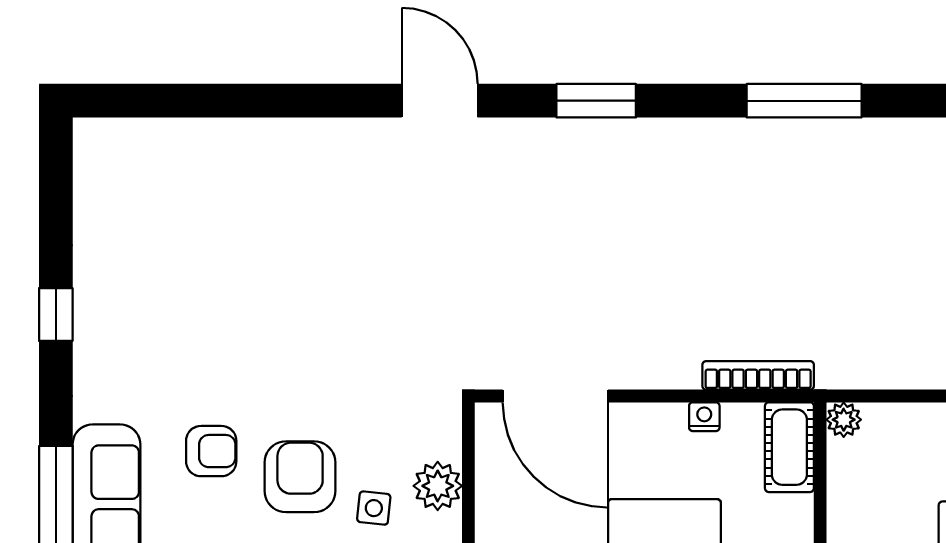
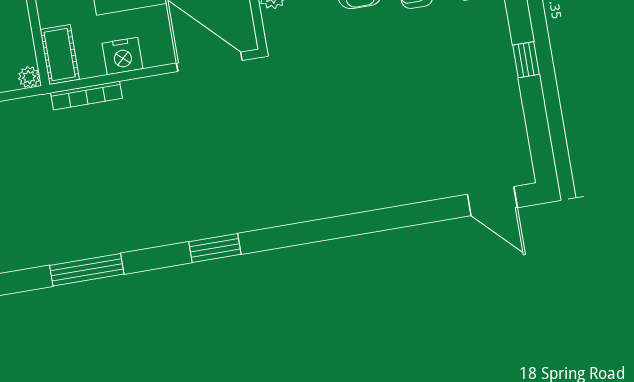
door: (440, 101) -> (492, 201), moved
nightstand: (704, 417) -> (122, 56), width x1.89, depth x1.79

